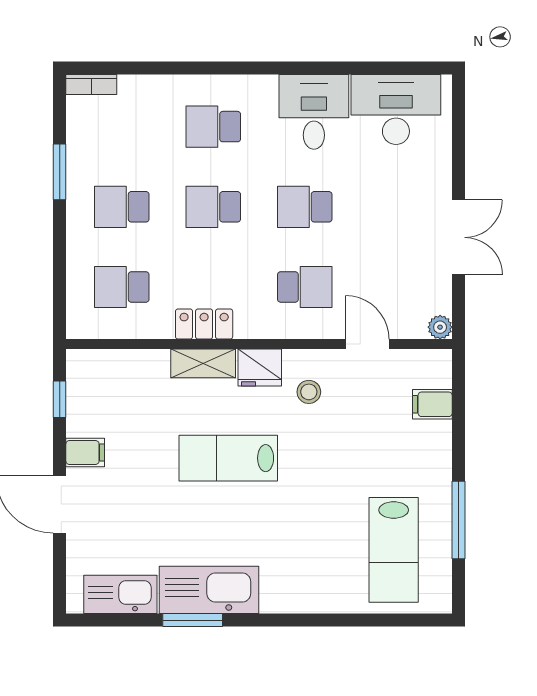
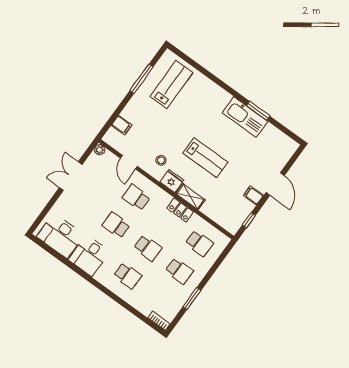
school desk: (305, 207) -> (116, 225), turned 180
kitchen sink: (120, 594) -> (277, 138), removed

